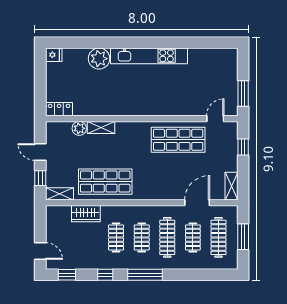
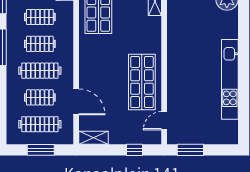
kitchen unit: (149, 56) -> (230, 79), moved
door: (215, 119) -> (164, 121), swing flipped

